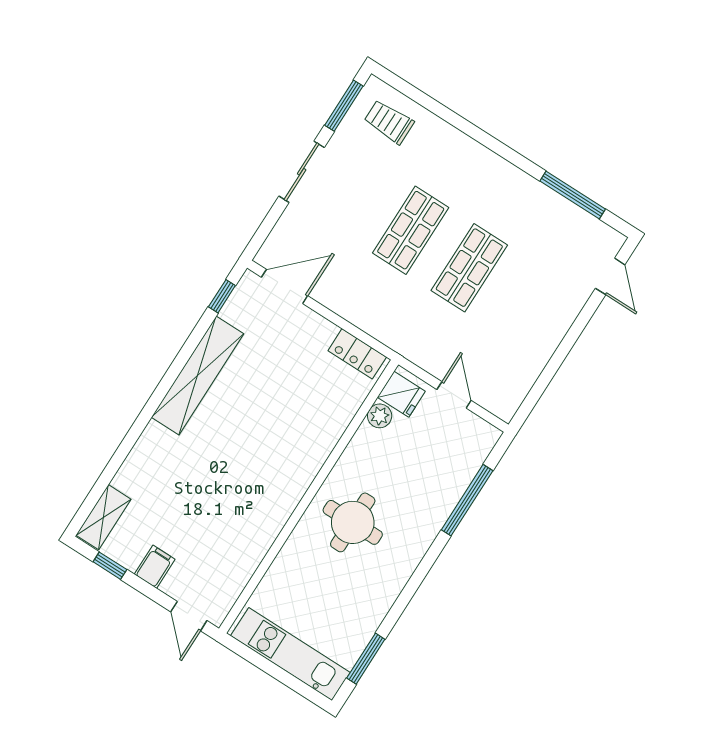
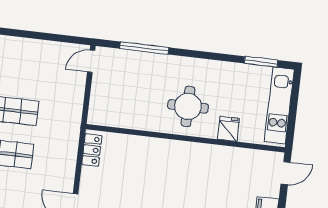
fridge: (401, 394) -> (229, 129), moved
door: (454, 395) -> (91, 61), moved
plant: (380, 416) -> (121, 120), removed

